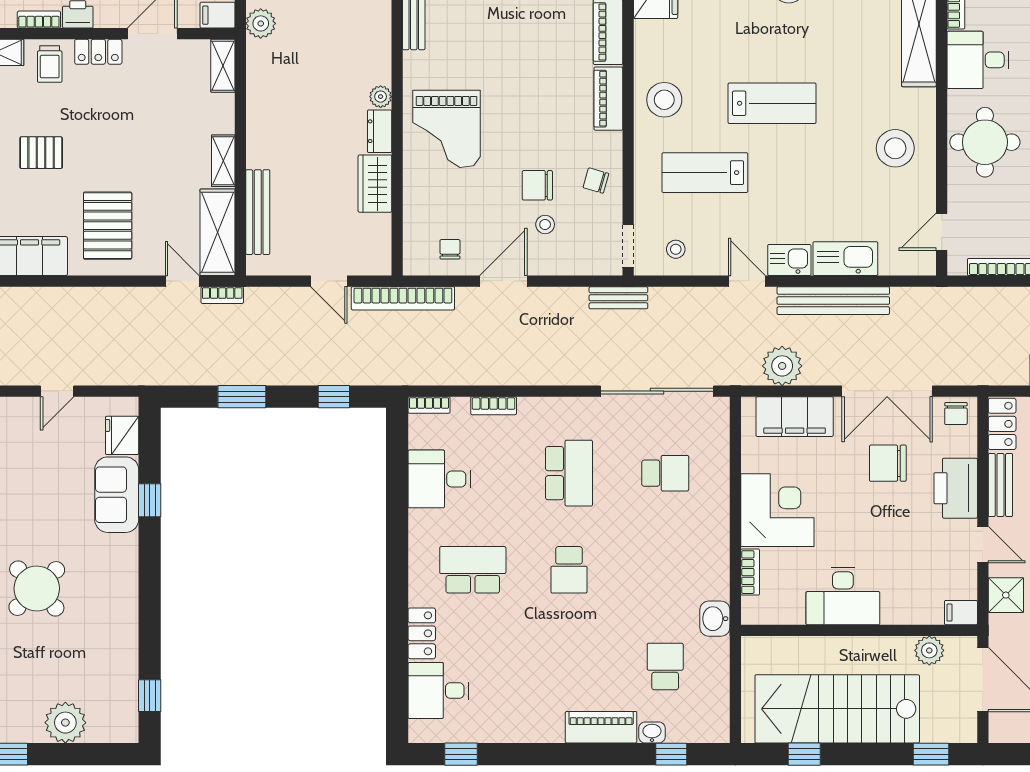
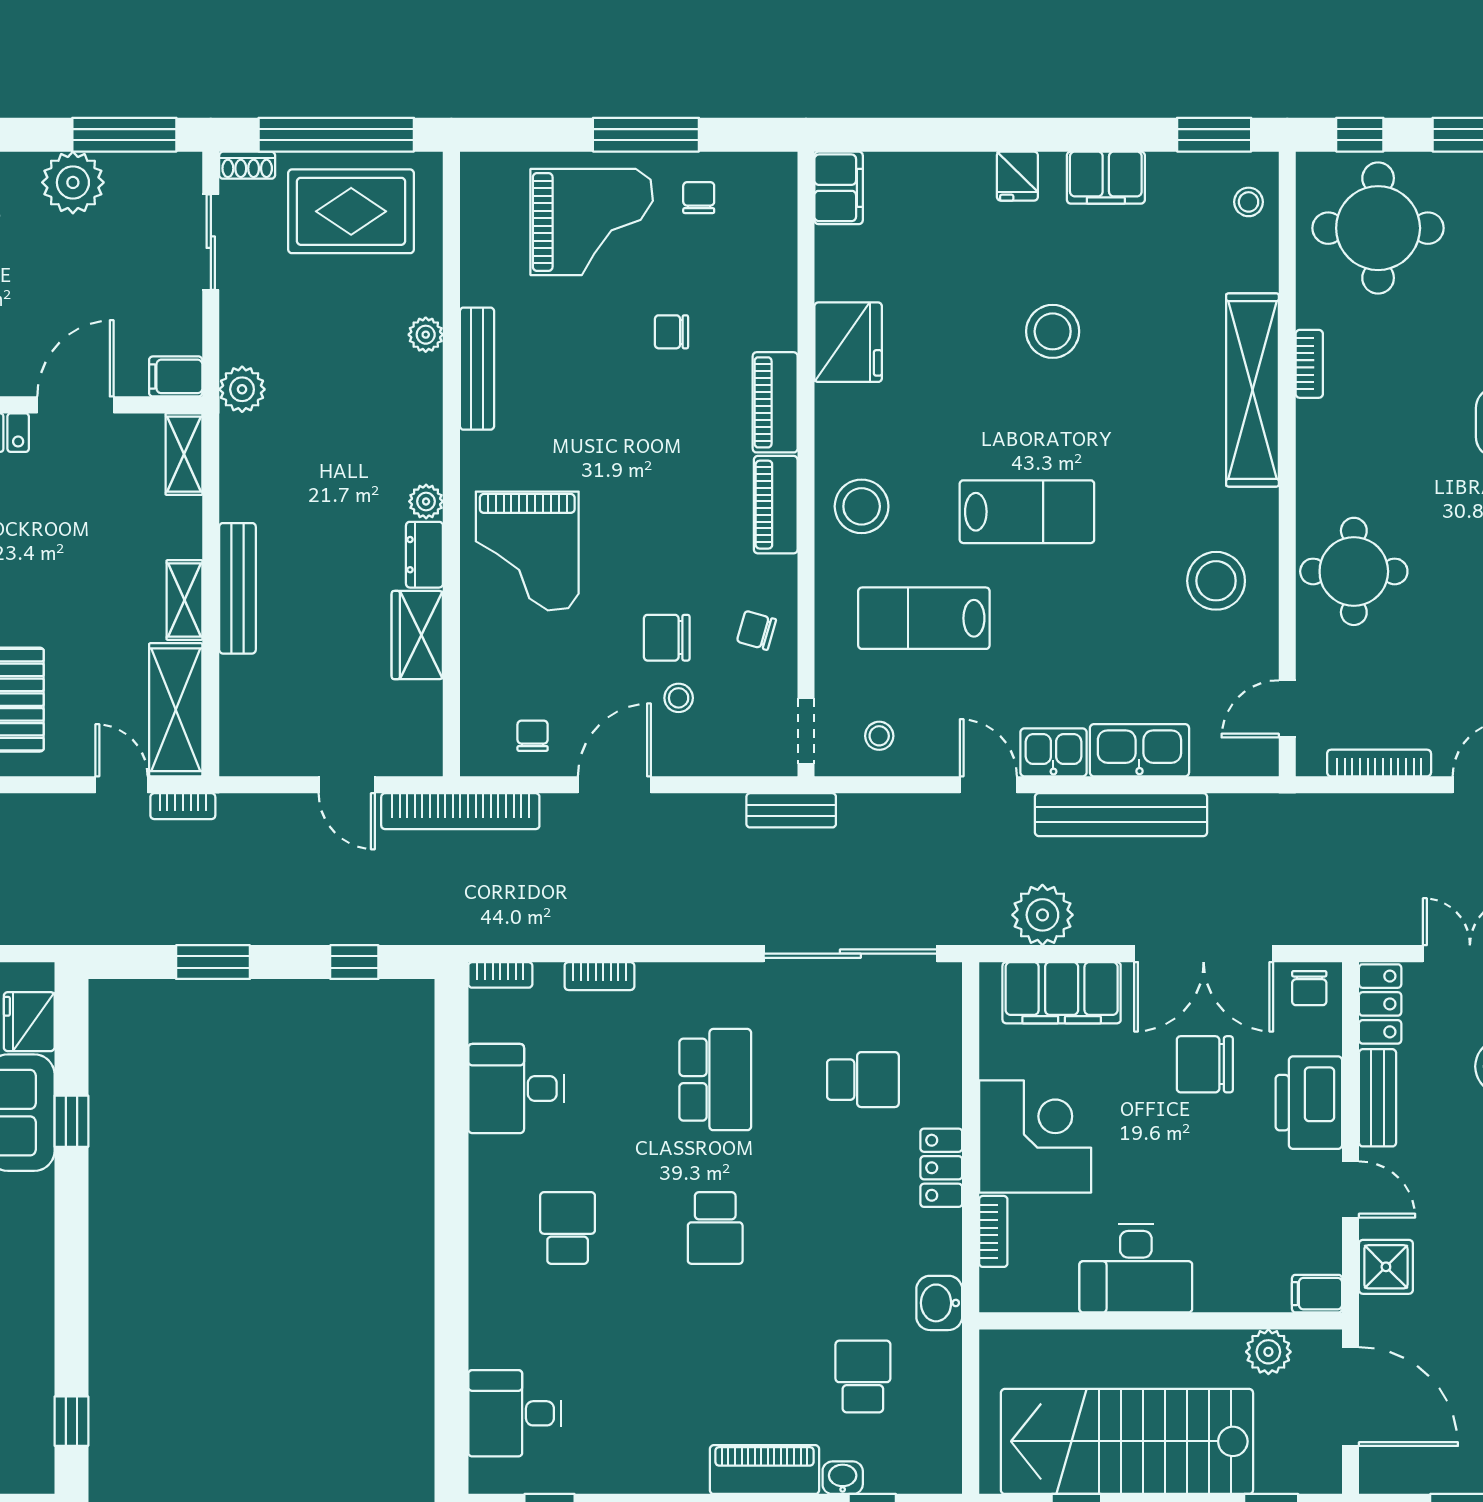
desk: (978, 60) -> (1343, 445), removed
bench: (258, 212) -> (237, 588), moved
school desk: (473, 570) -> (568, 1228), width x0.54
locker: (422, 633) -> (941, 1168), moved, turned 180

